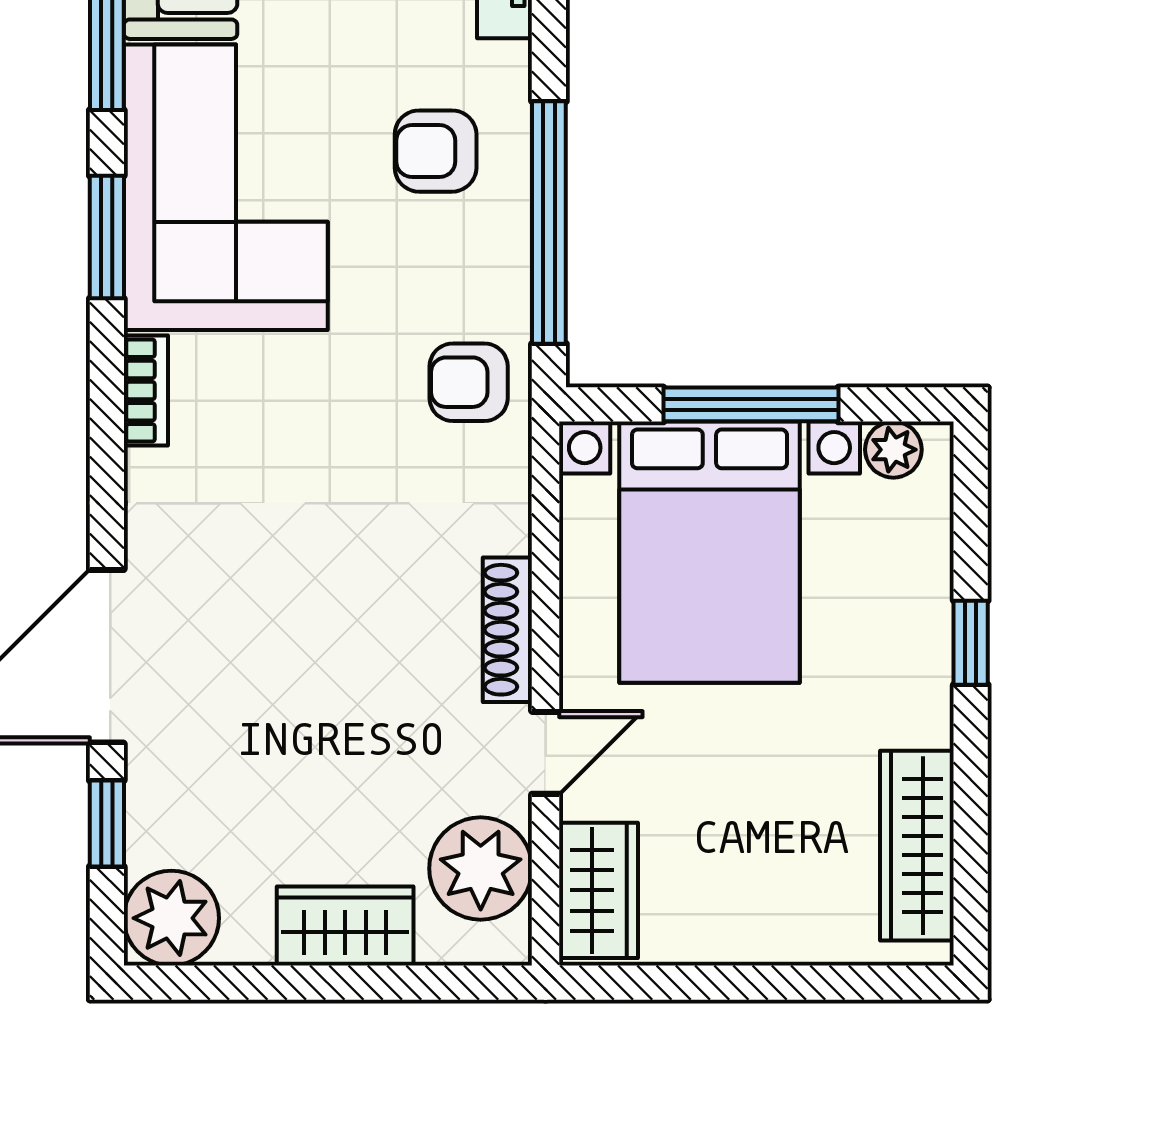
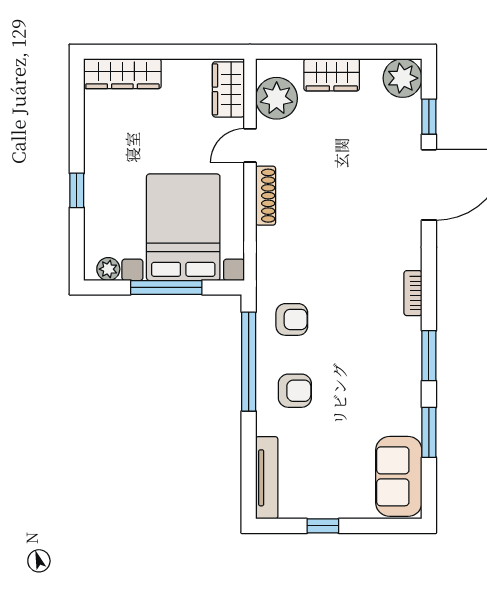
corner sofa: (226, 187) -> (380, 376), removed
armchair: (469, 382) -> (292, 319), moved
wardrobe: (917, 846) -> (122, 74), moved, turned 90

